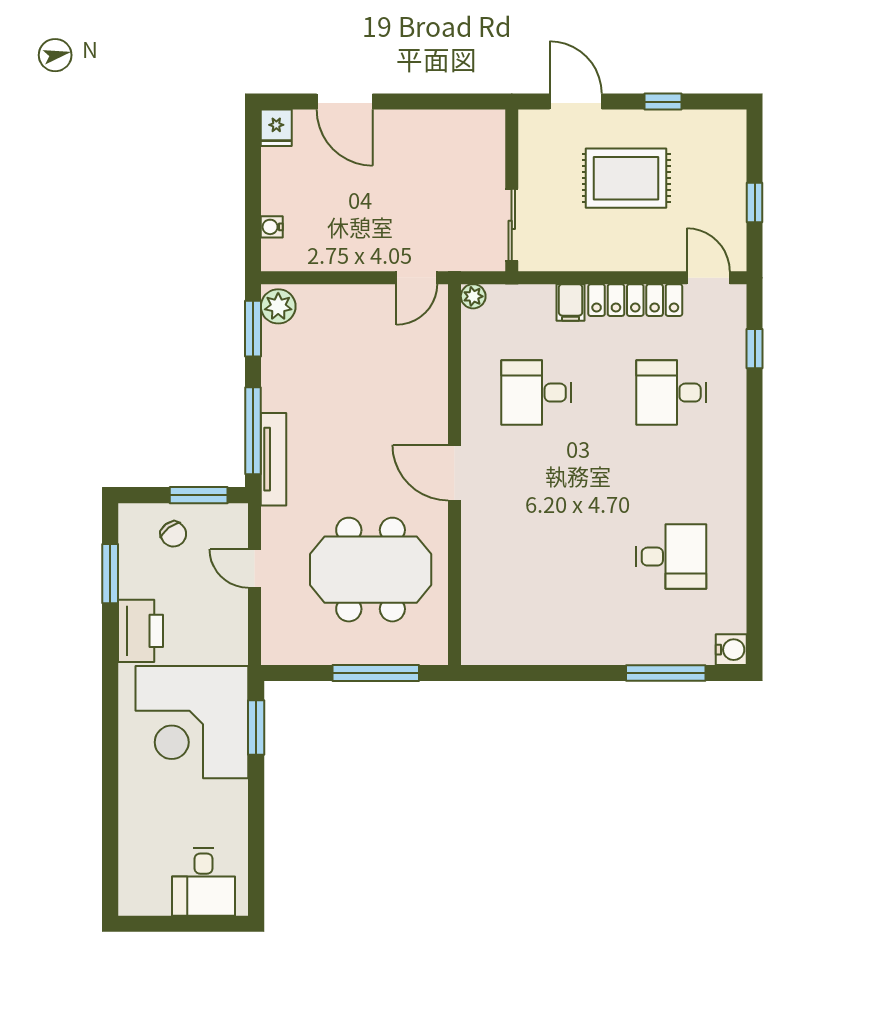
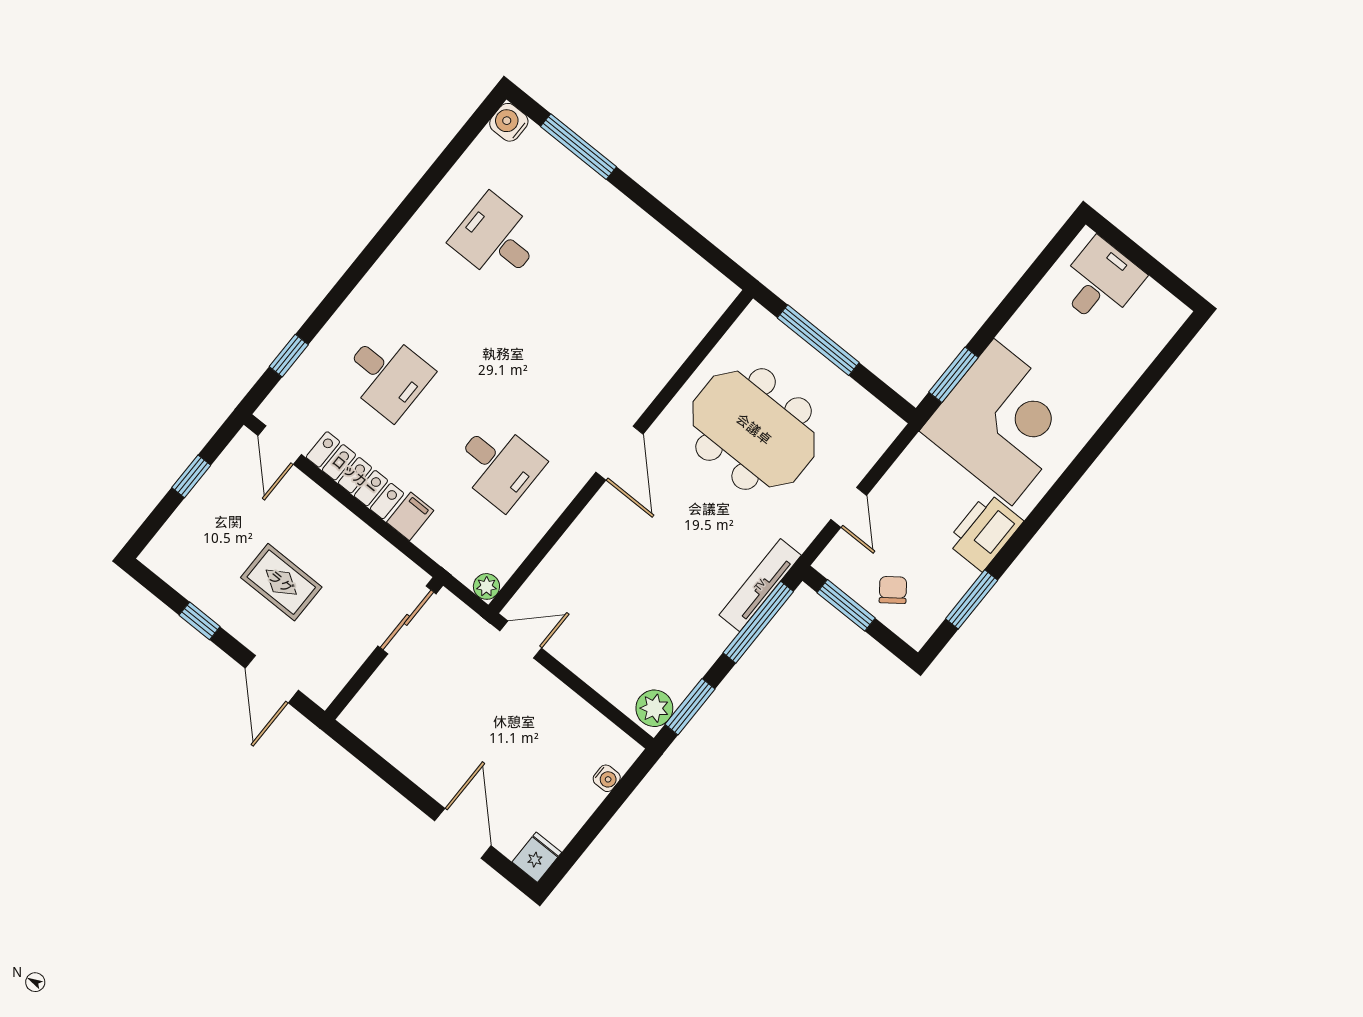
rug: (626, 178) -> (281, 582), width x0.73, depth x0.70

